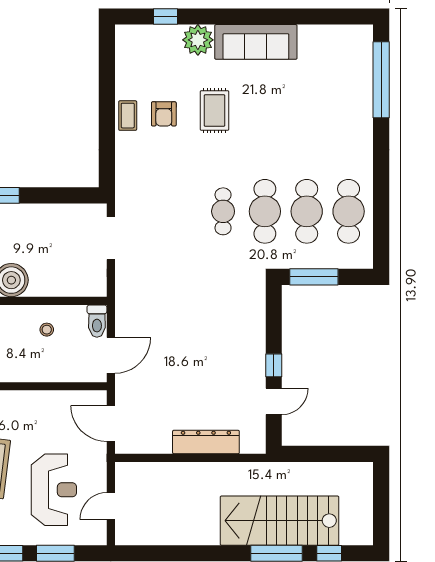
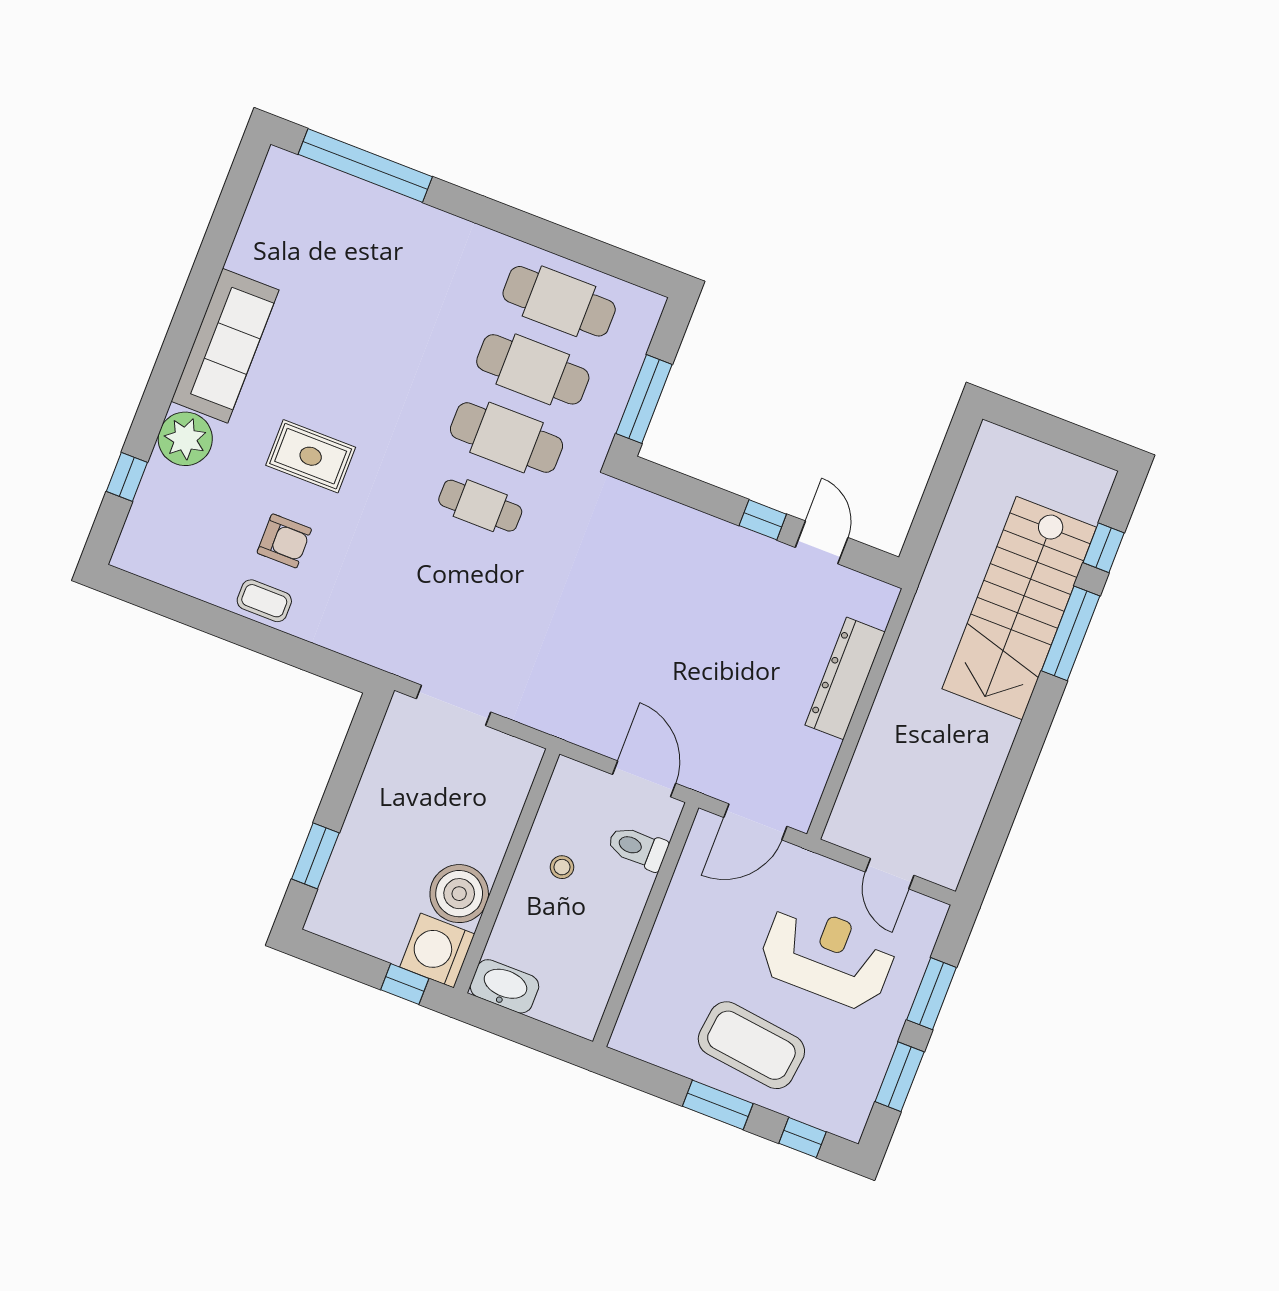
toilet: (97, 321) -> (638, 848), moved, turned 180

